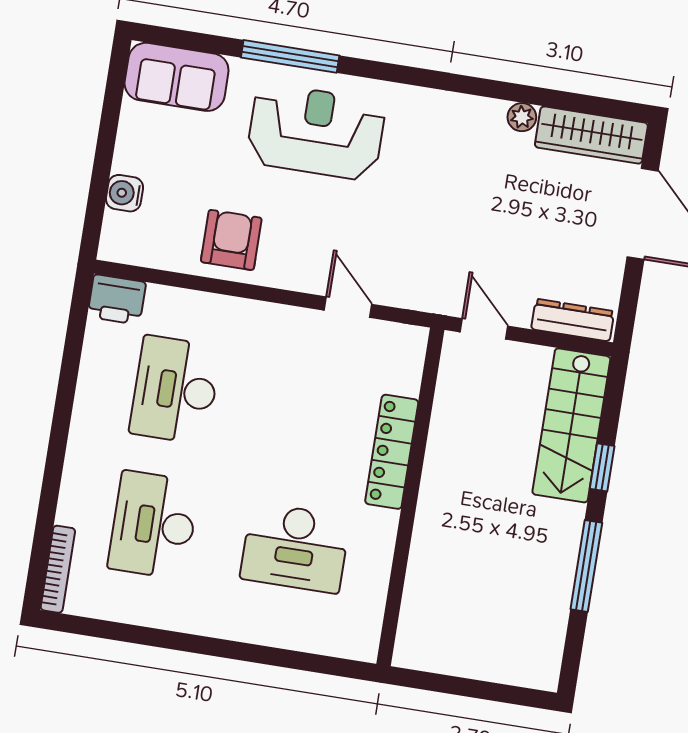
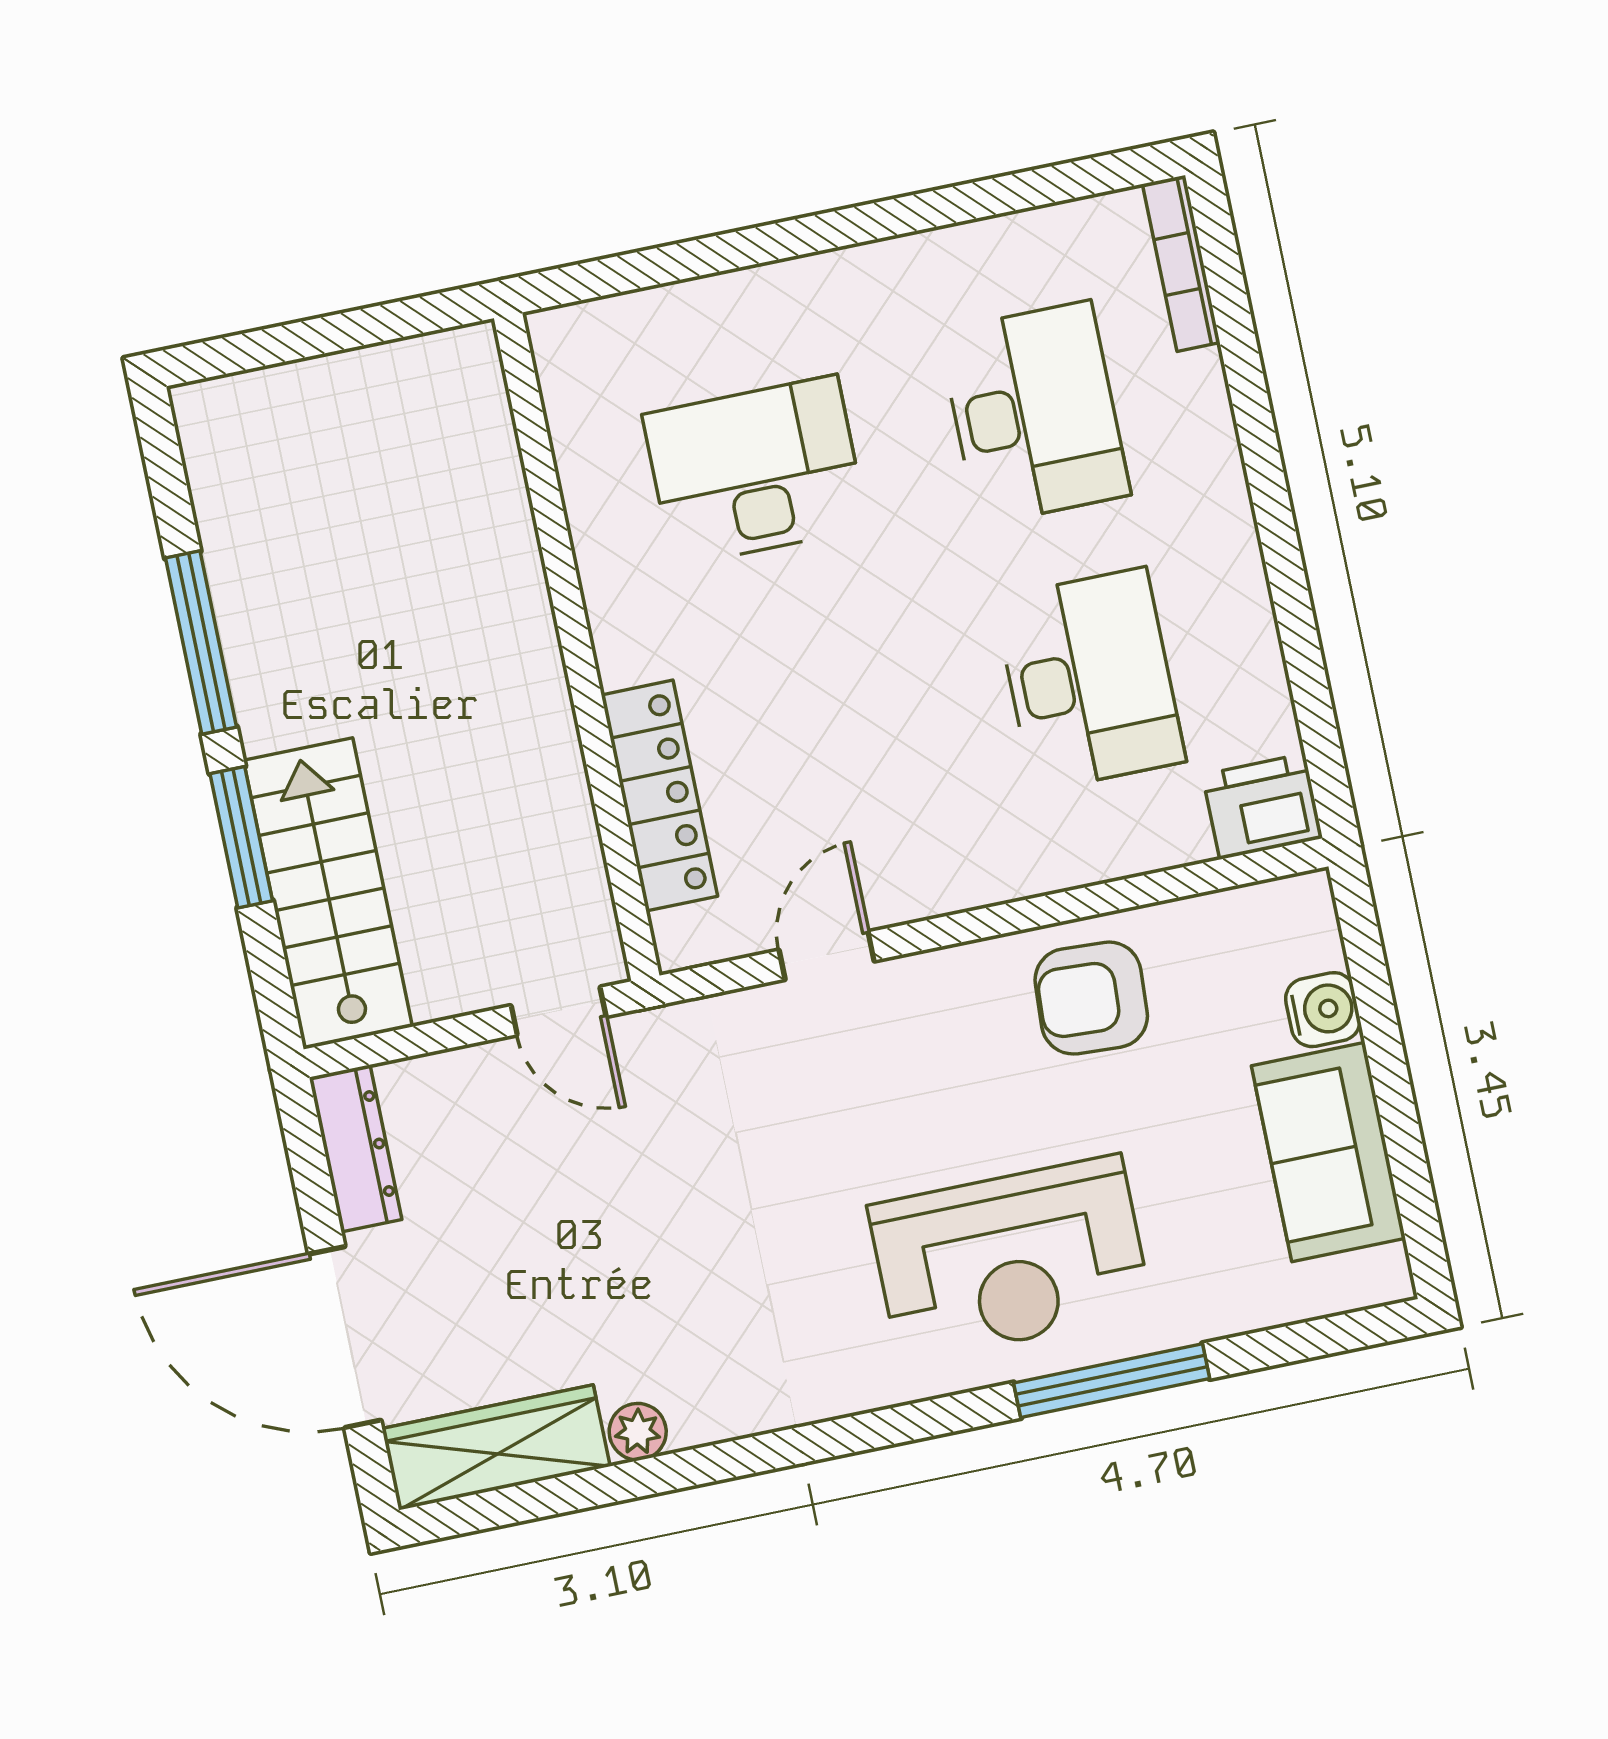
sofa: (177, 77) -> (1328, 1152), moved, turned -90
armchair: (231, 240) -> (1091, 998), turned 93
door: (348, 307) -> (827, 956), swing flipped
dresser: (573, 320) -> (355, 1148), moved, turned -90
locker: (392, 452) -> (659, 796), moved
window: (602, 467) -> (241, 837), width x1.50

